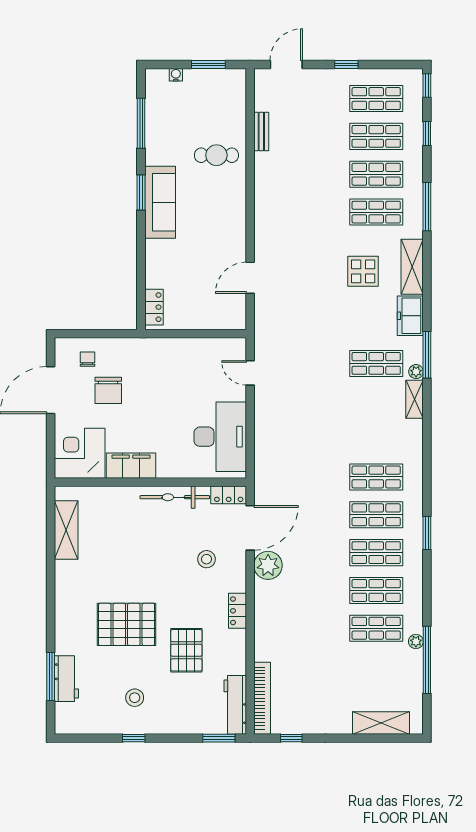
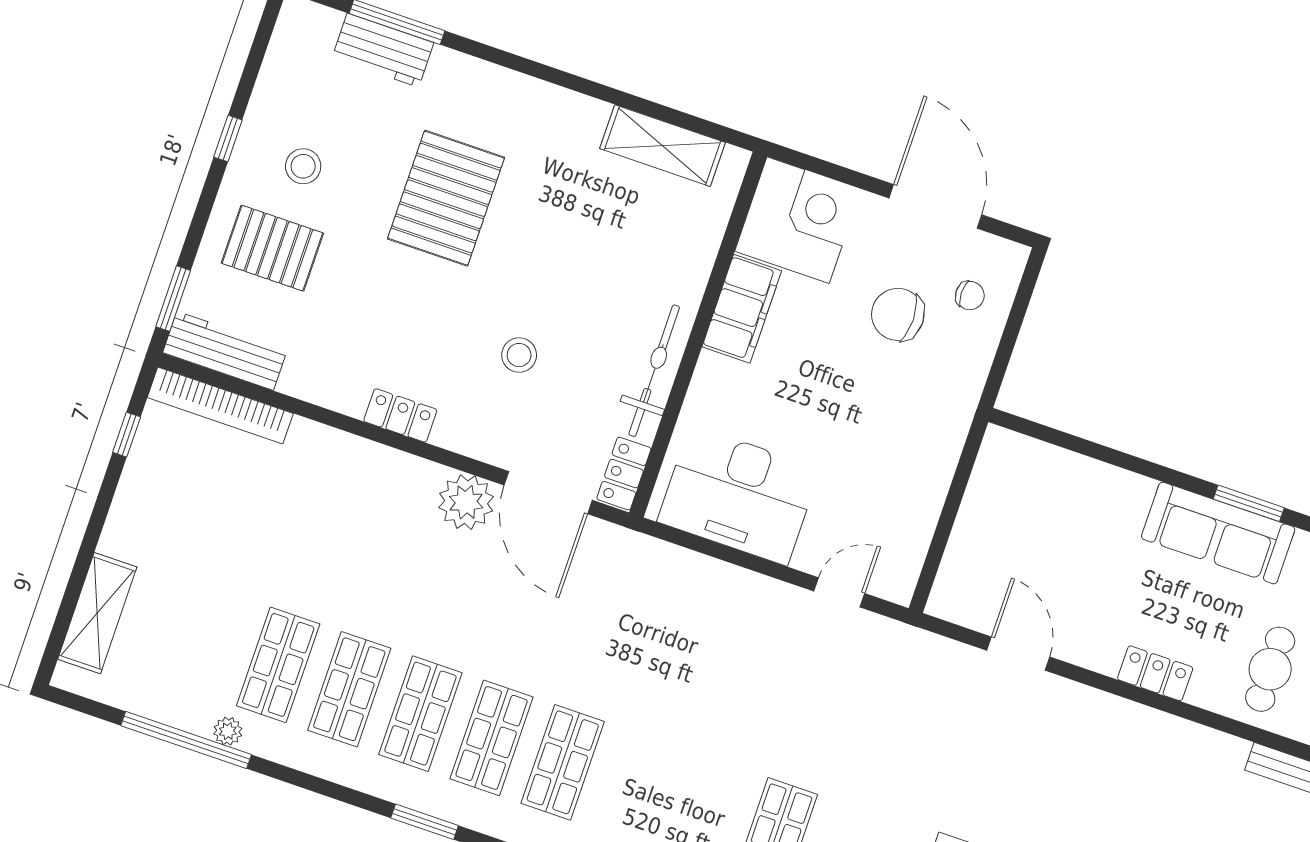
locker: (154, 307) -> (1155, 673), moved, turned 180
stool: (207, 559) -> (519, 355), moved
pallet: (186, 650) -> (272, 248), moved

